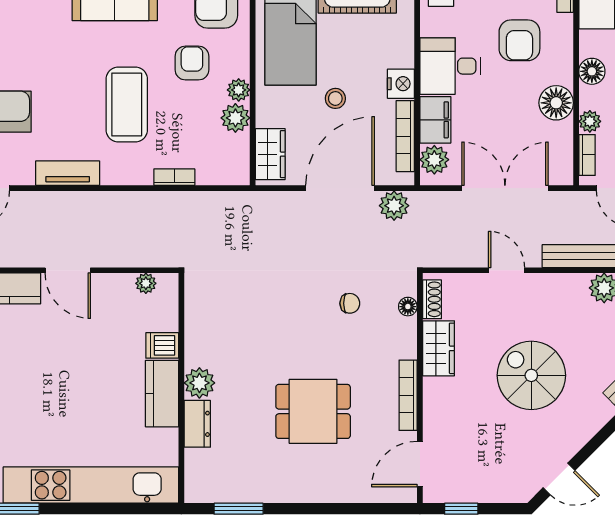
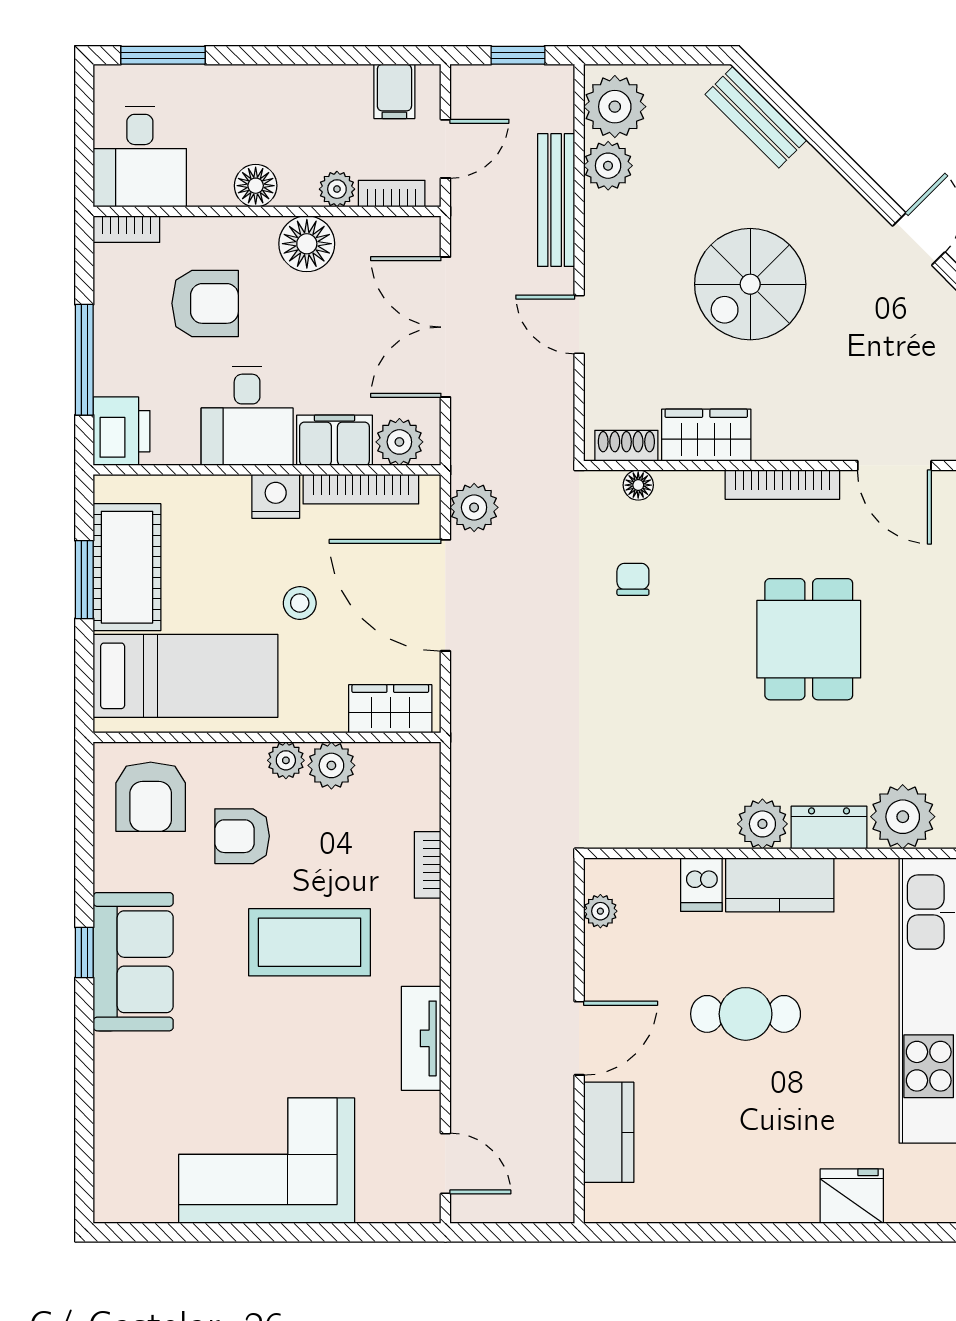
door: (507, 270) -> (579, 324), hinge flipped
cafe table: (83, 373) -> (746, 1014), added
plant: (204, 469) -> (903, 817), added

